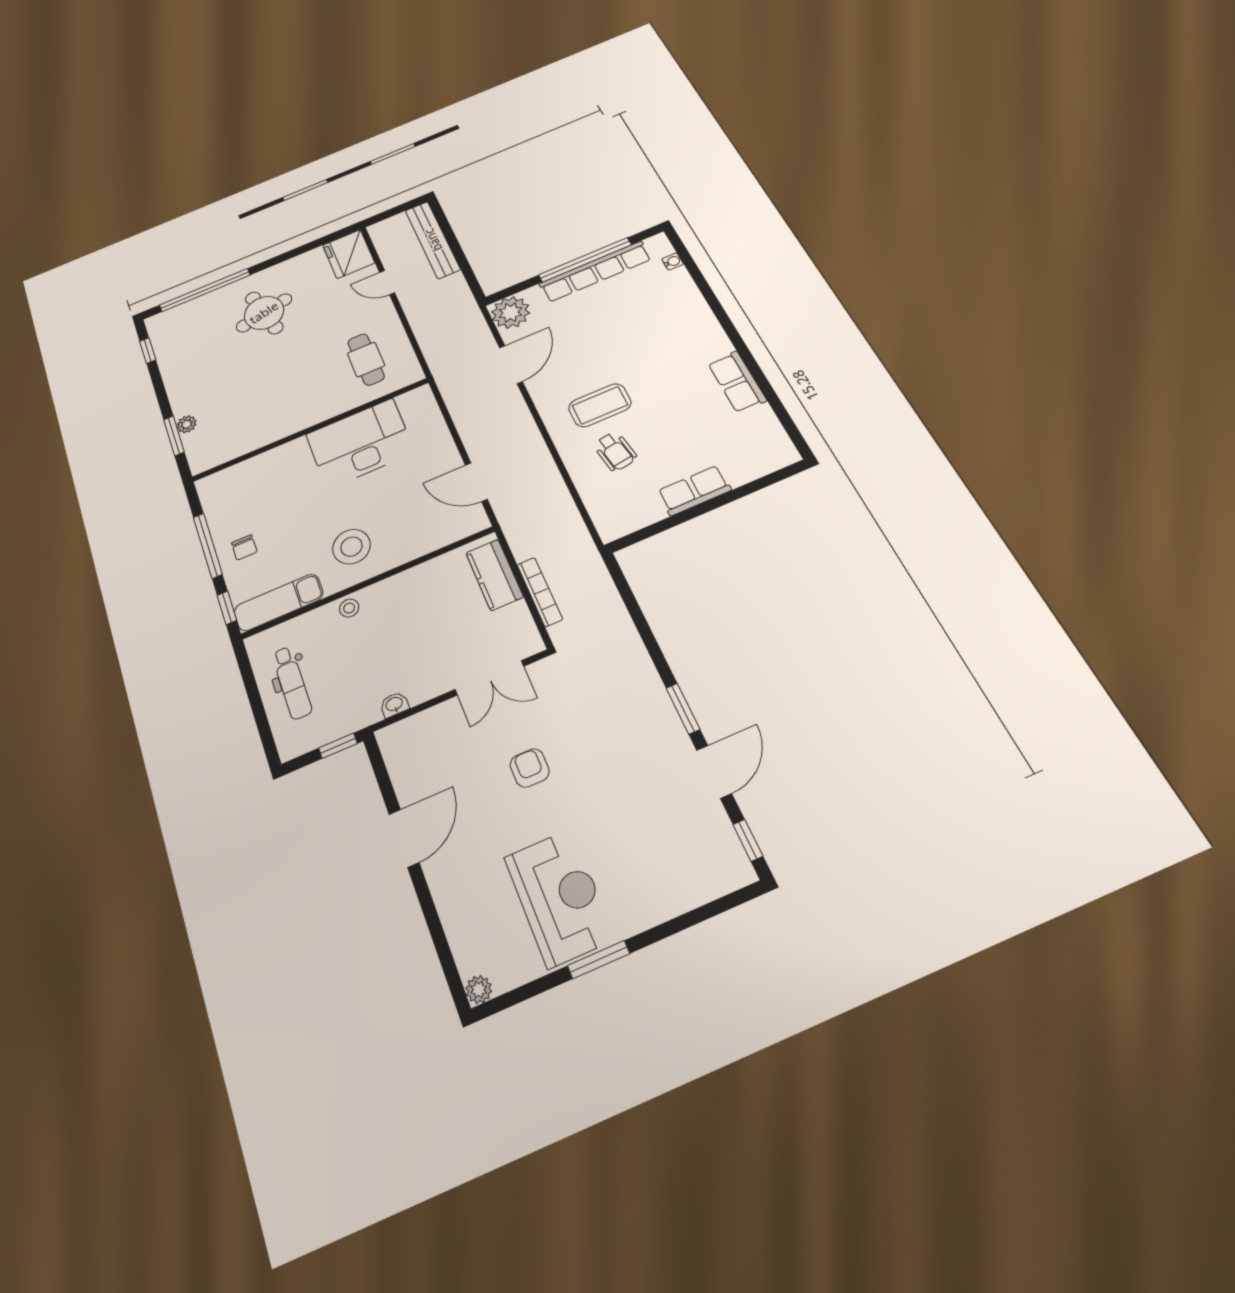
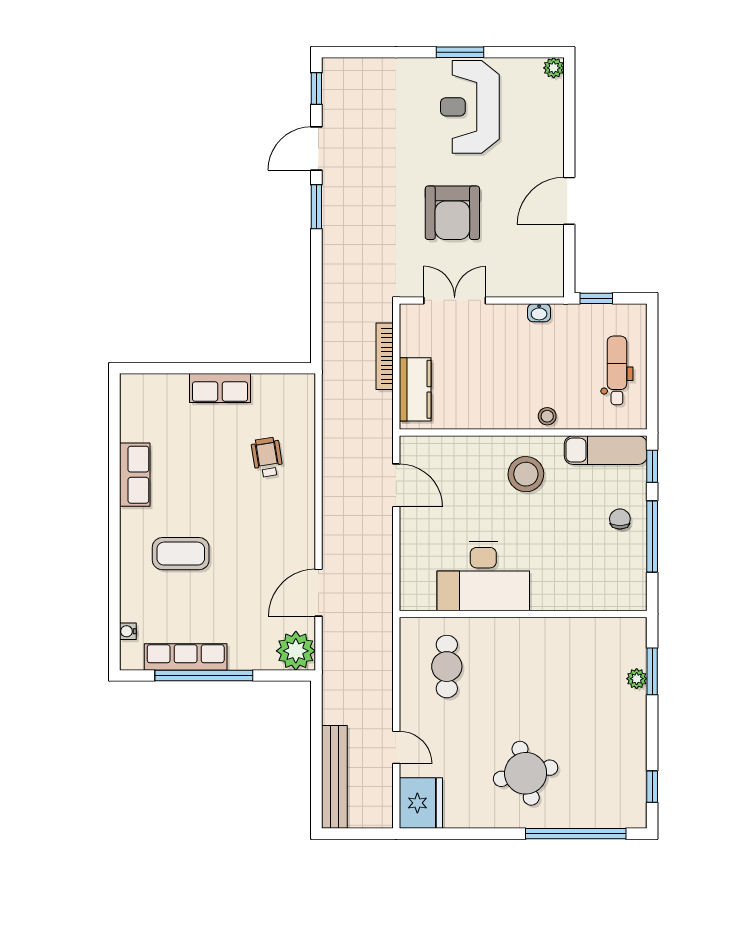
row of seats: (595, 271) -> (186, 657), width x0.73
coffee table: (600, 405) -> (181, 554), moved
armchair: (530, 768) -> (452, 213), width x1.88, depth x1.88

